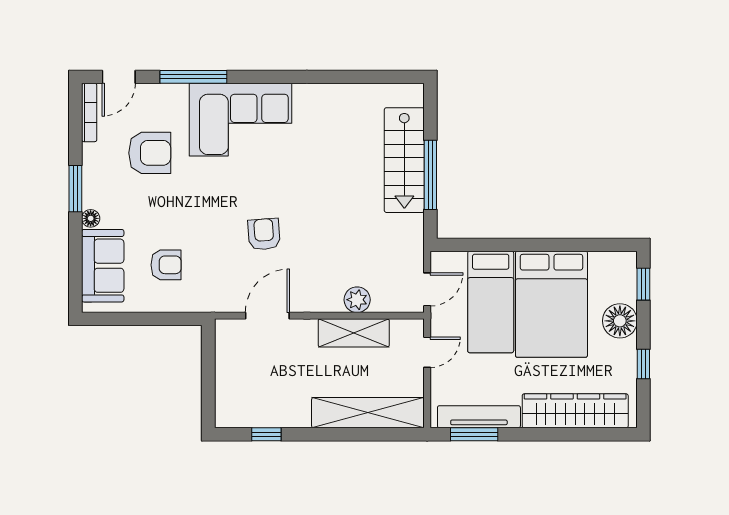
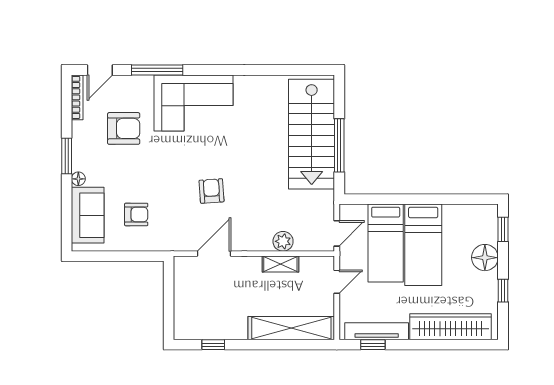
stairs: (404, 160) -> (312, 134), width x1.36, depth x1.51
bed: (551, 304) -> (423, 245), width x0.67
shelving: (354, 333) -> (280, 264), width x0.67, depth x0.75
window: (474, 434) -> (373, 345), width x0.67

